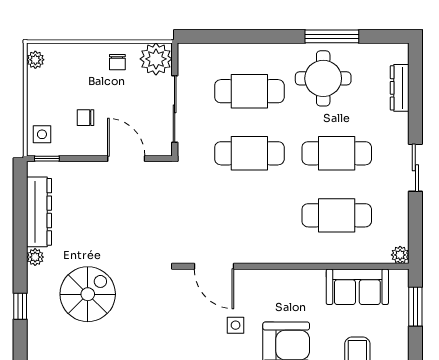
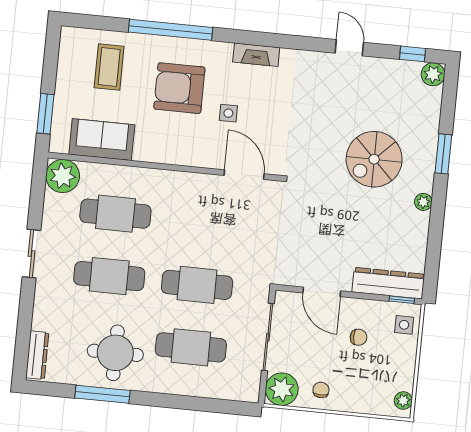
dresser: (400, 88) -> (37, 355), moved
dresser: (39, 212) -> (388, 283), moved, turned 90
plant: (400, 255) -> (63, 176), width x1.87, depth x1.87
window: (20, 306) -> (443, 154), width x1.50

